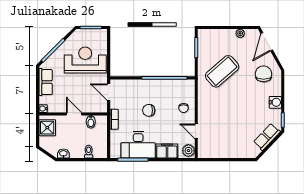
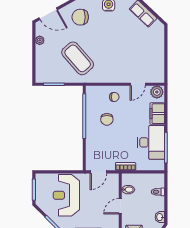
chair: (149, 110) -> (107, 119), moved

